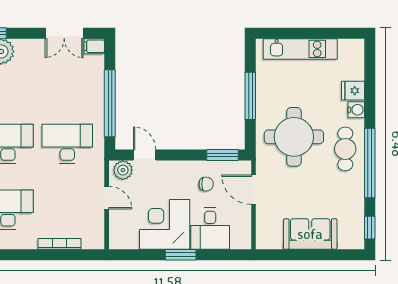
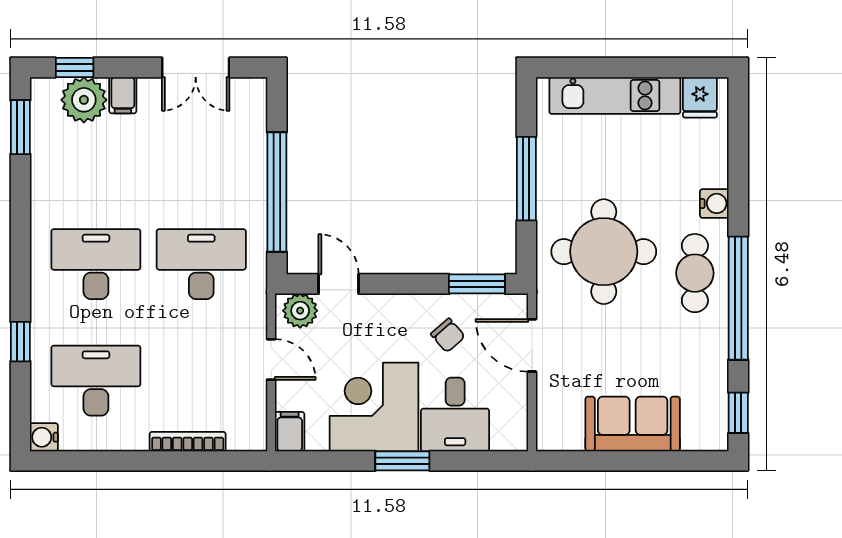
filing cabinet: (94, 46) -> (123, 95), moved, turned -90
fridge: (353, 91) -> (700, 97), moved, turned -90
chair: (206, 184) -> (448, 335), turned 49
filing cabinet: (117, 238) -> (290, 432), added

